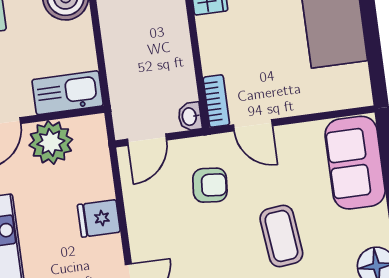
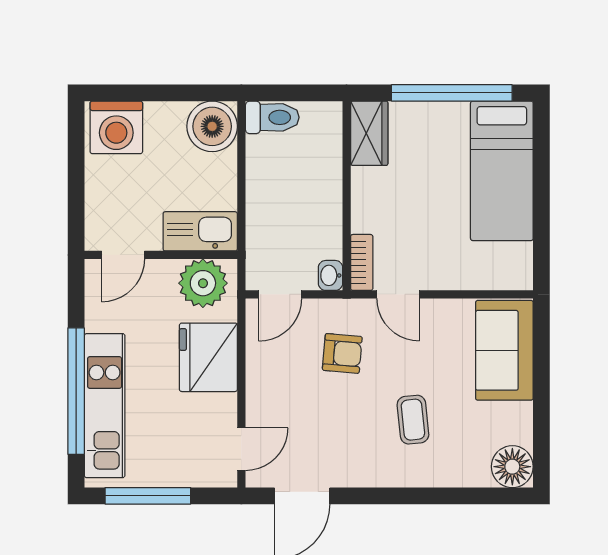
plant: (51, 142) -> (203, 283), moved
fridge: (99, 218) -> (208, 357), width x1.88, depth x1.34
coffee table: (281, 236) -> (413, 420), width x0.73, depth x0.77

